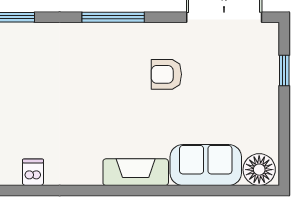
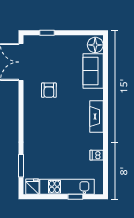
window: (113, 17) -> (21, 116), removed
fireplace: (136, 172) -> (97, 117), moved

